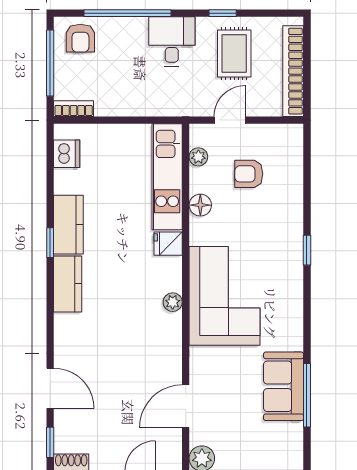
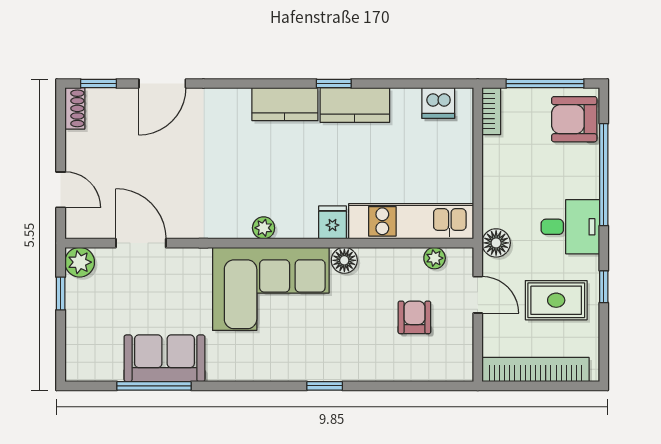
armchair: (80, 38) -> (574, 119), width x1.38, depth x1.38
floor lamp: (186, 105) -> (496, 243), added
floor lamp: (200, 205) -> (344, 260), moved

